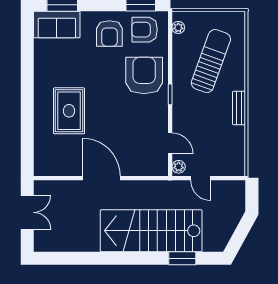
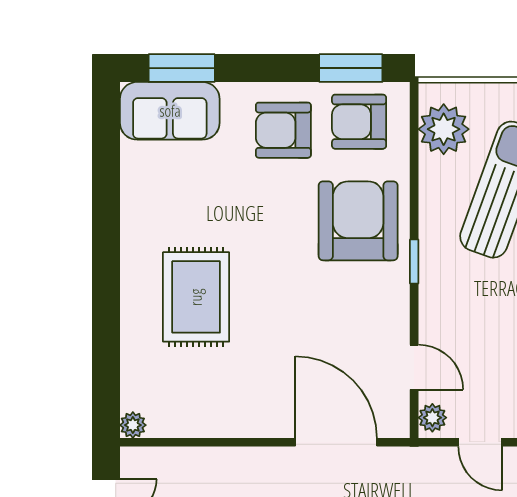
plant: (178, 28) -> (444, 129), width x1.88, depth x1.88
armchair: (109, 33) -> (283, 130), turned 90
plant: (40, 170) -> (133, 425), added
door: (101, 178) -> (336, 442), moved

